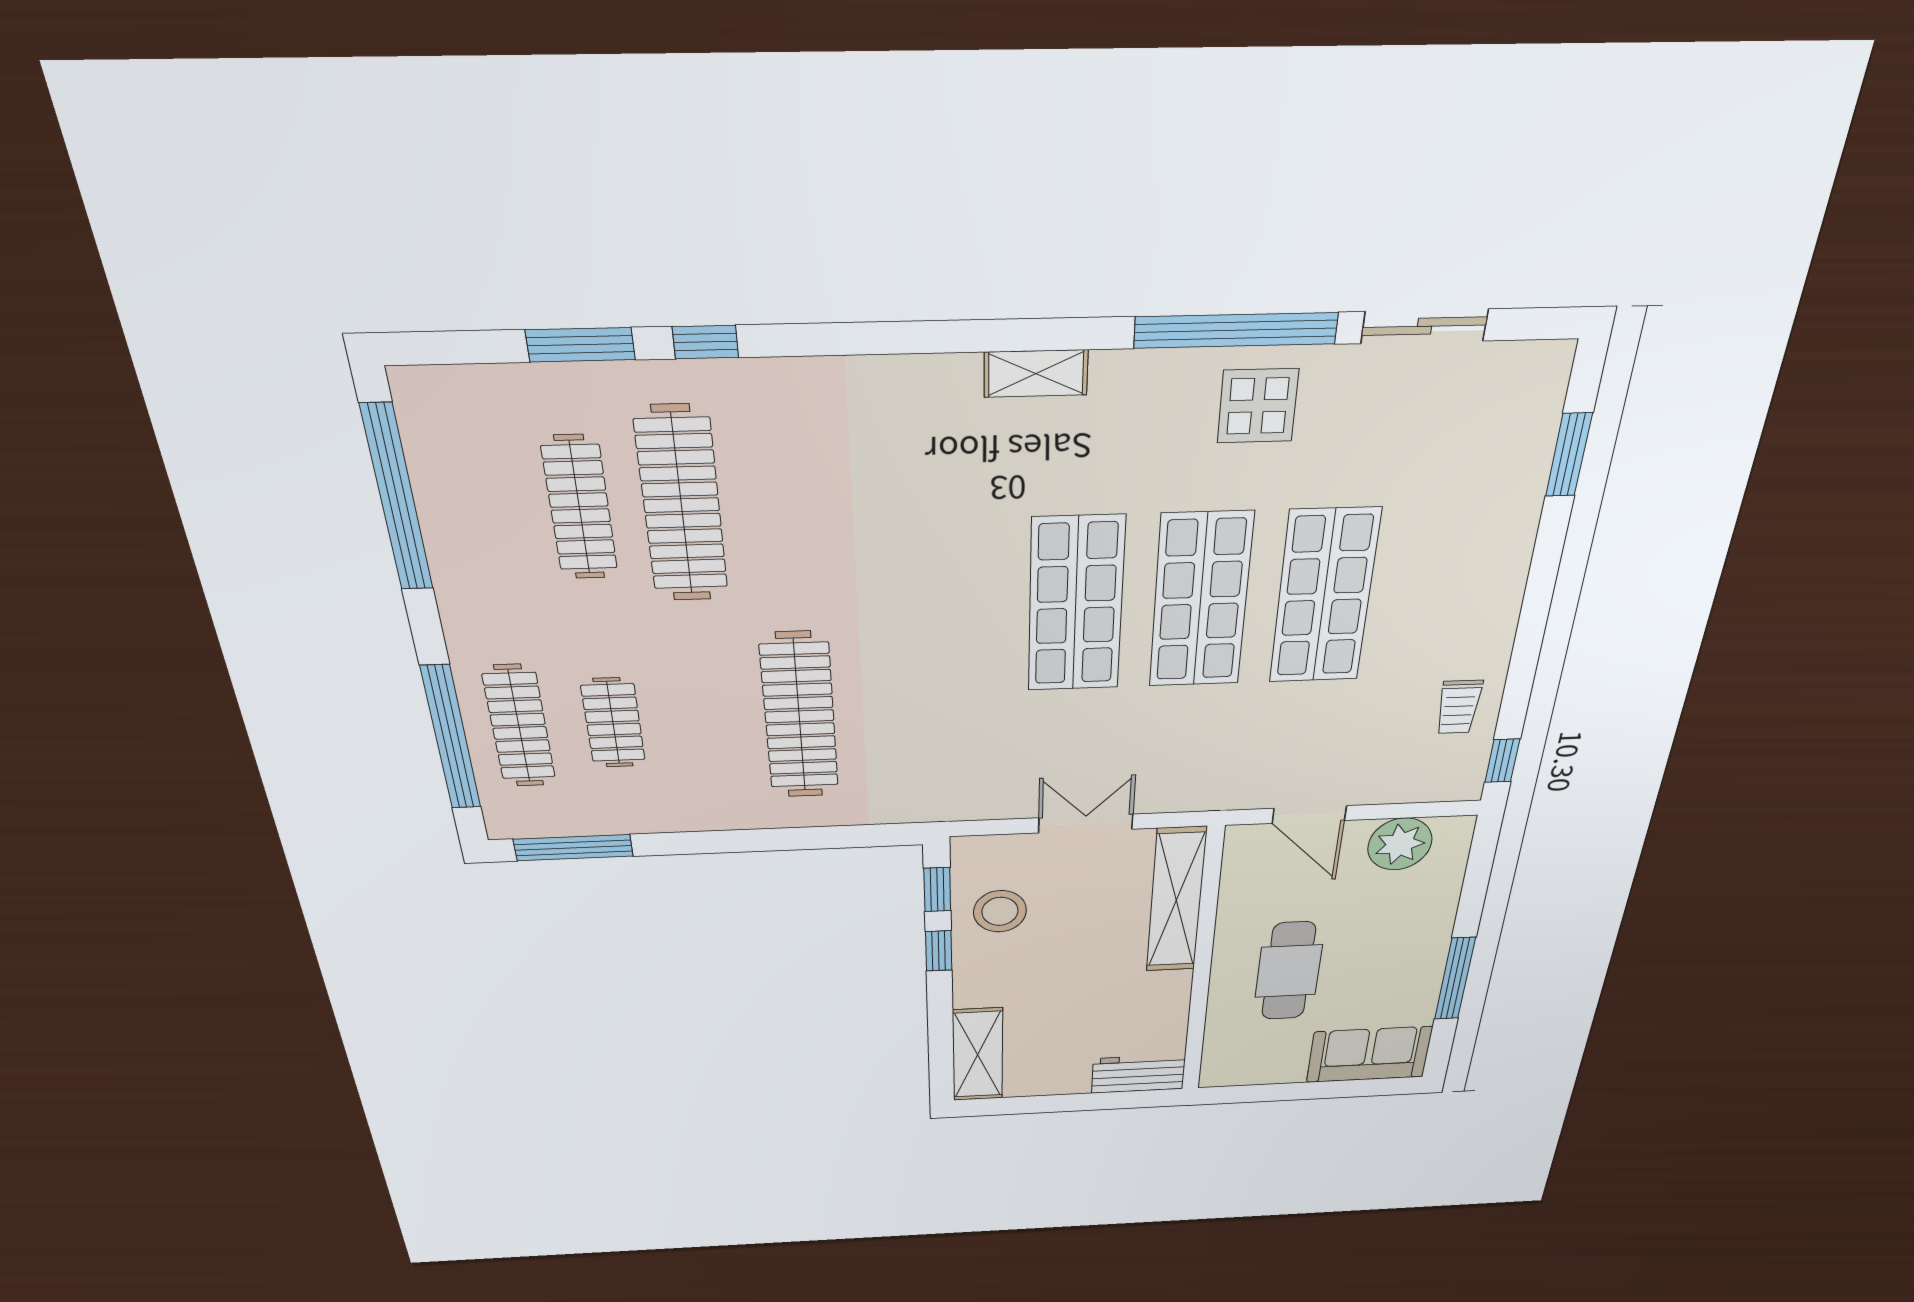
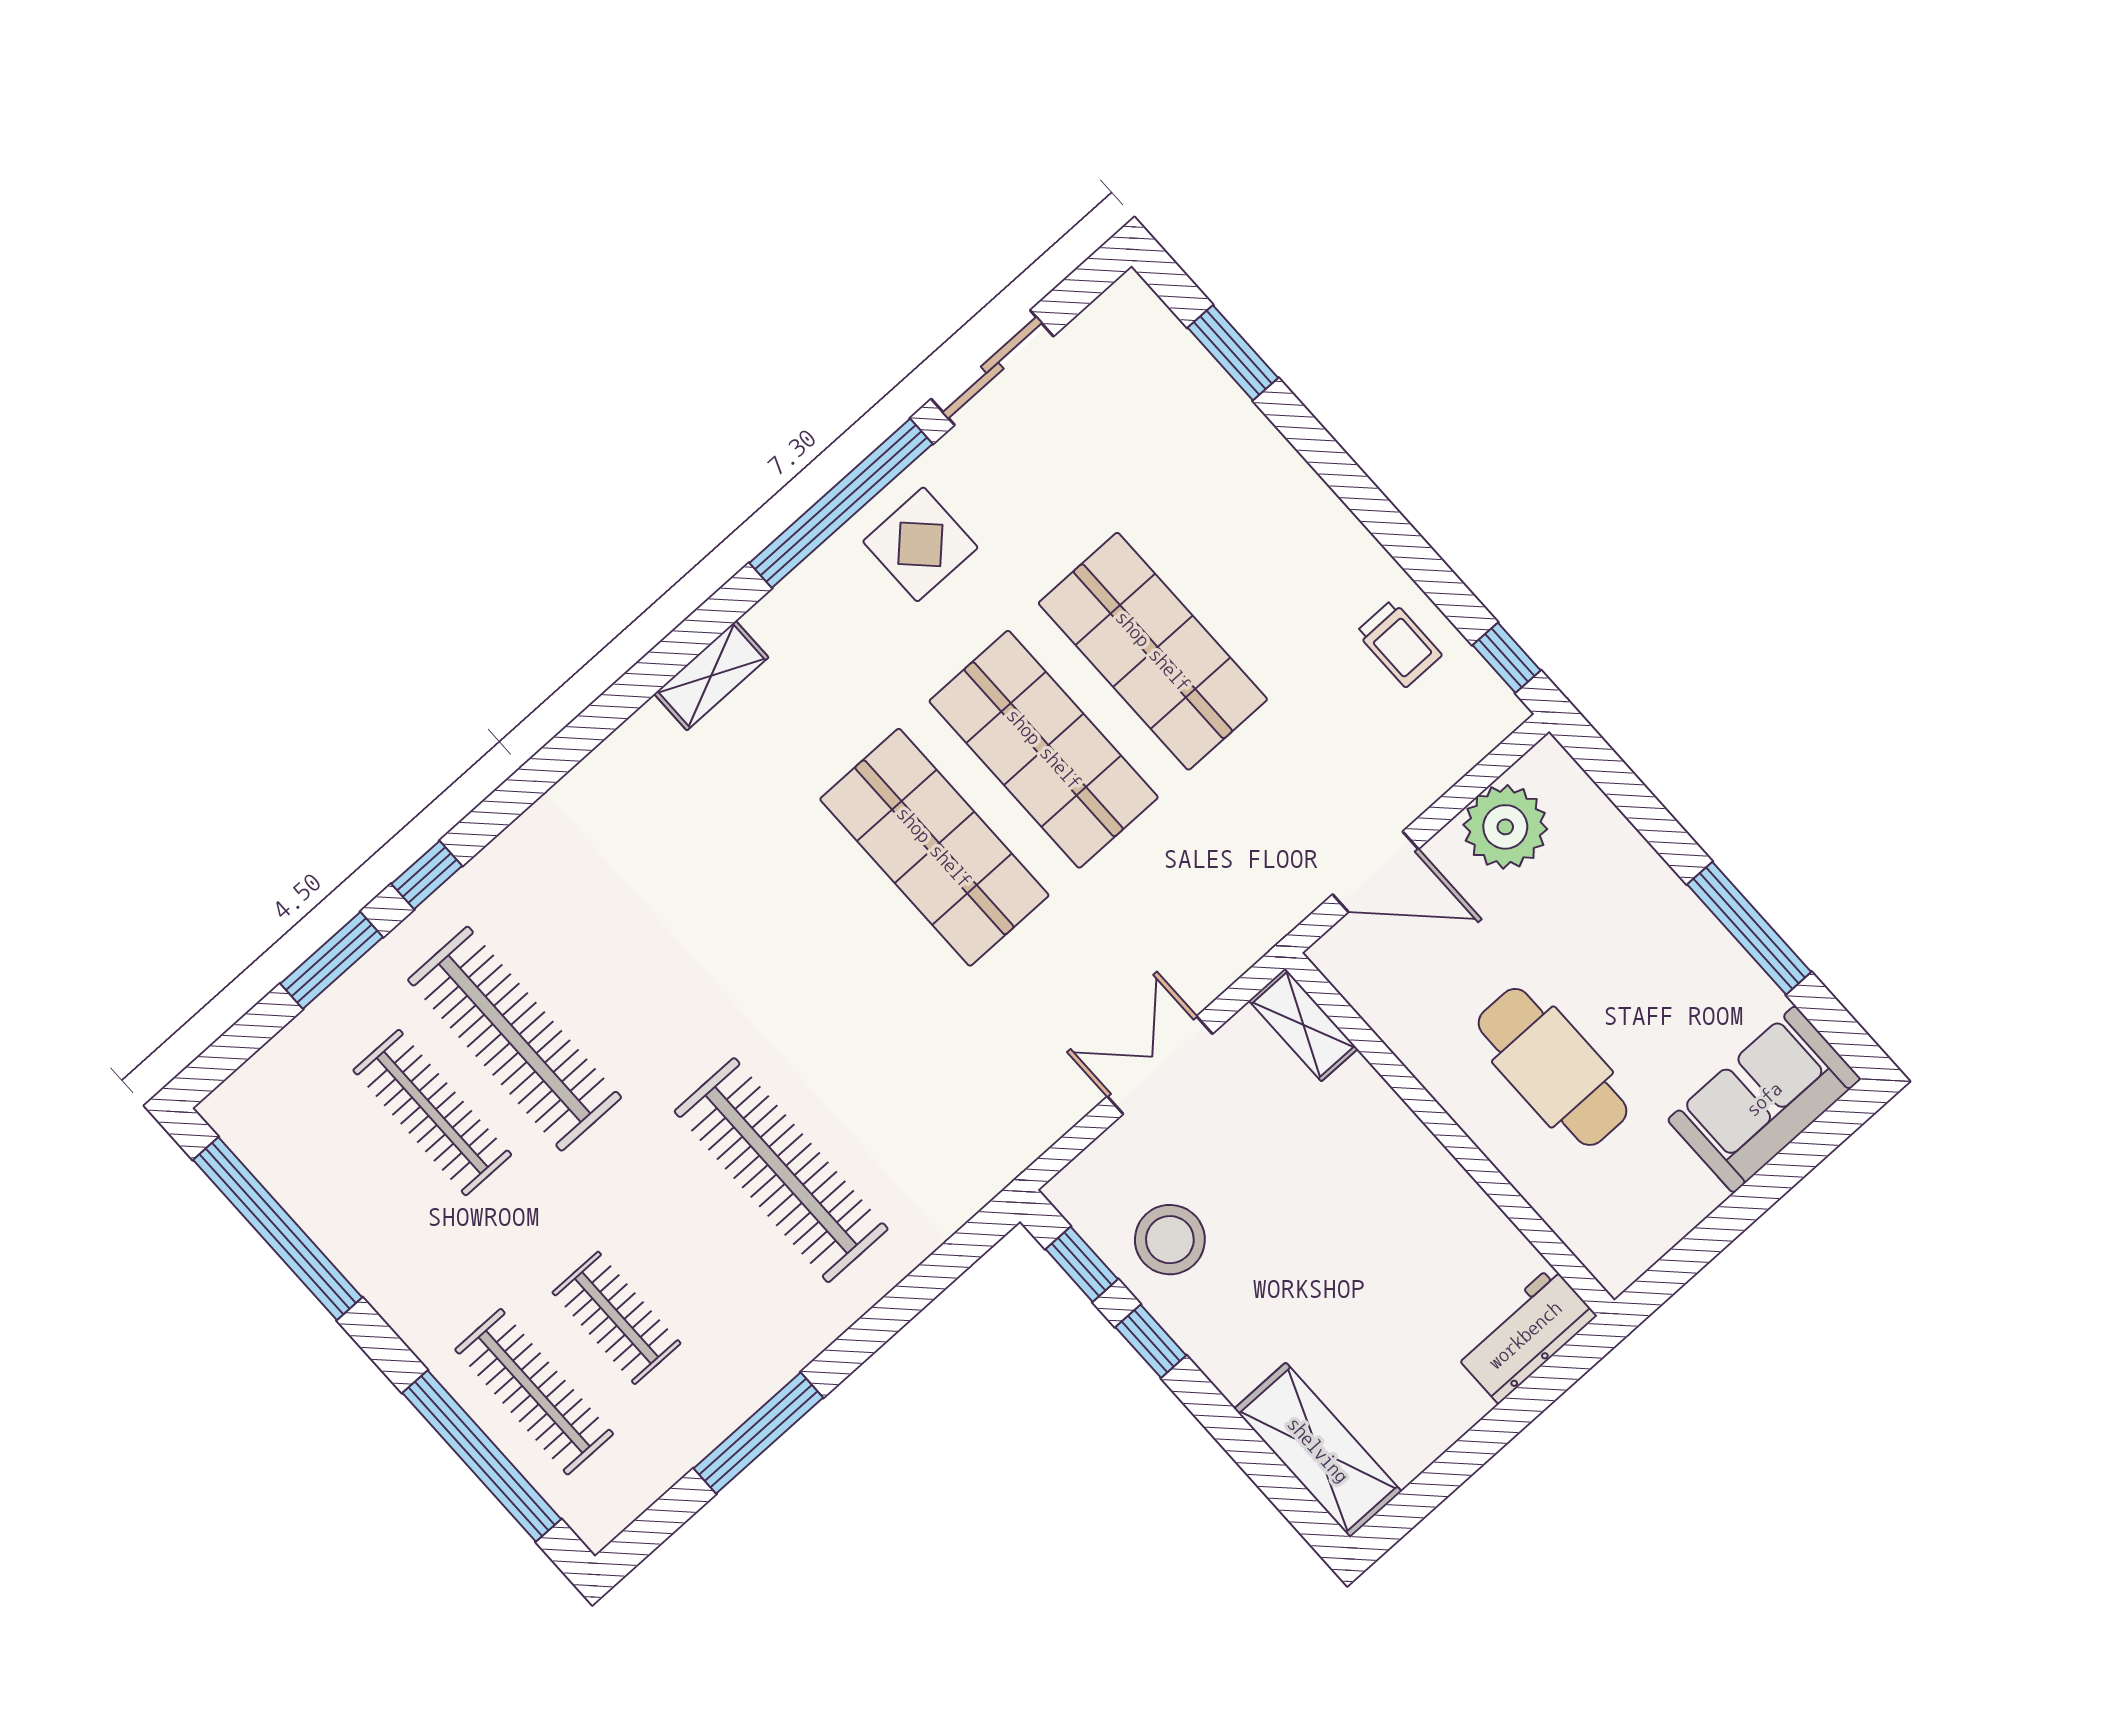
window: (573, 848) -> (758, 1433), moved
shelving: (1176, 900) -> (1303, 1025), width x0.45, depth x0.75

